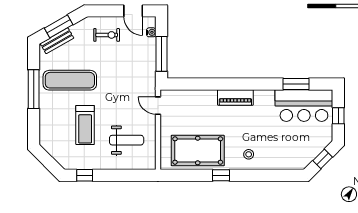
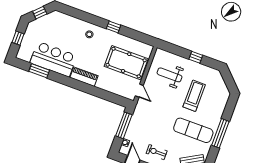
bar counter: (304, 106) -> (53, 59), moved
pool table: (198, 151) -> (126, 63), moved
window: (85, 175) -> (196, 57), moved

